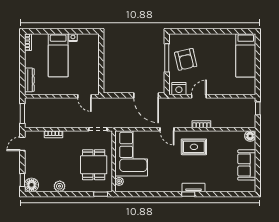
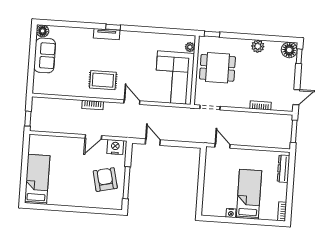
door: (146, 95) -> (153, 142), width x0.53
floor lamp: (250, 136) -> (43, 31), moved
dining table: (94, 165) -> (217, 68), turned 90

